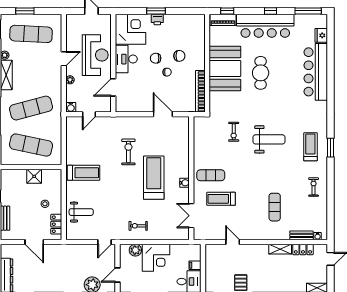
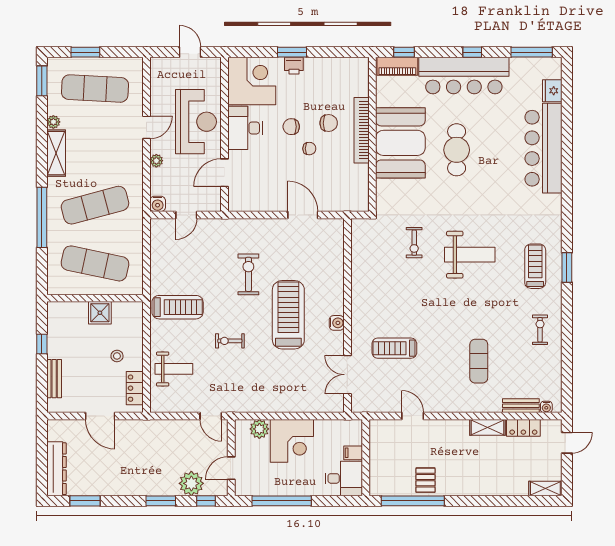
bookcase: (200, 91) -> (362, 130), moved
exercise mat: (211, 175) -> (378, 311), removed
exercise bike: (138, 226) -> (230, 341), moved
door: (105, 242) -> (211, 416), hinge flipped

